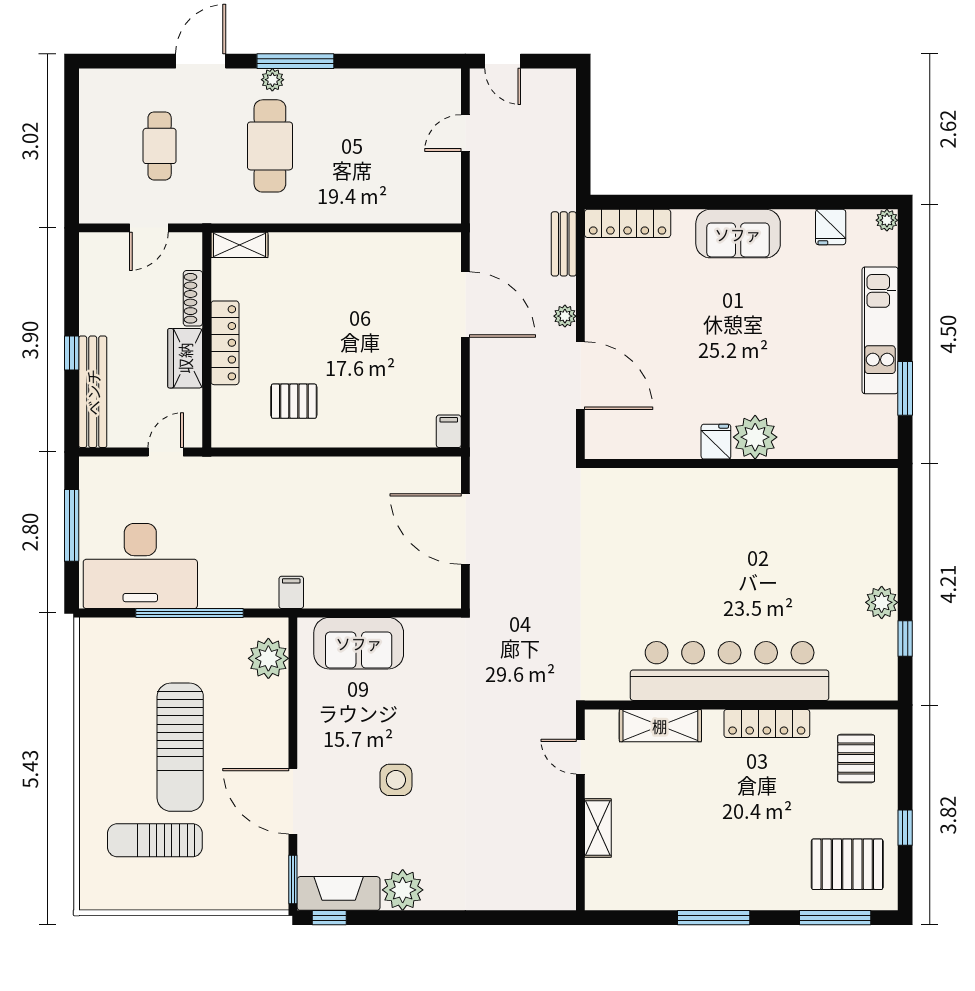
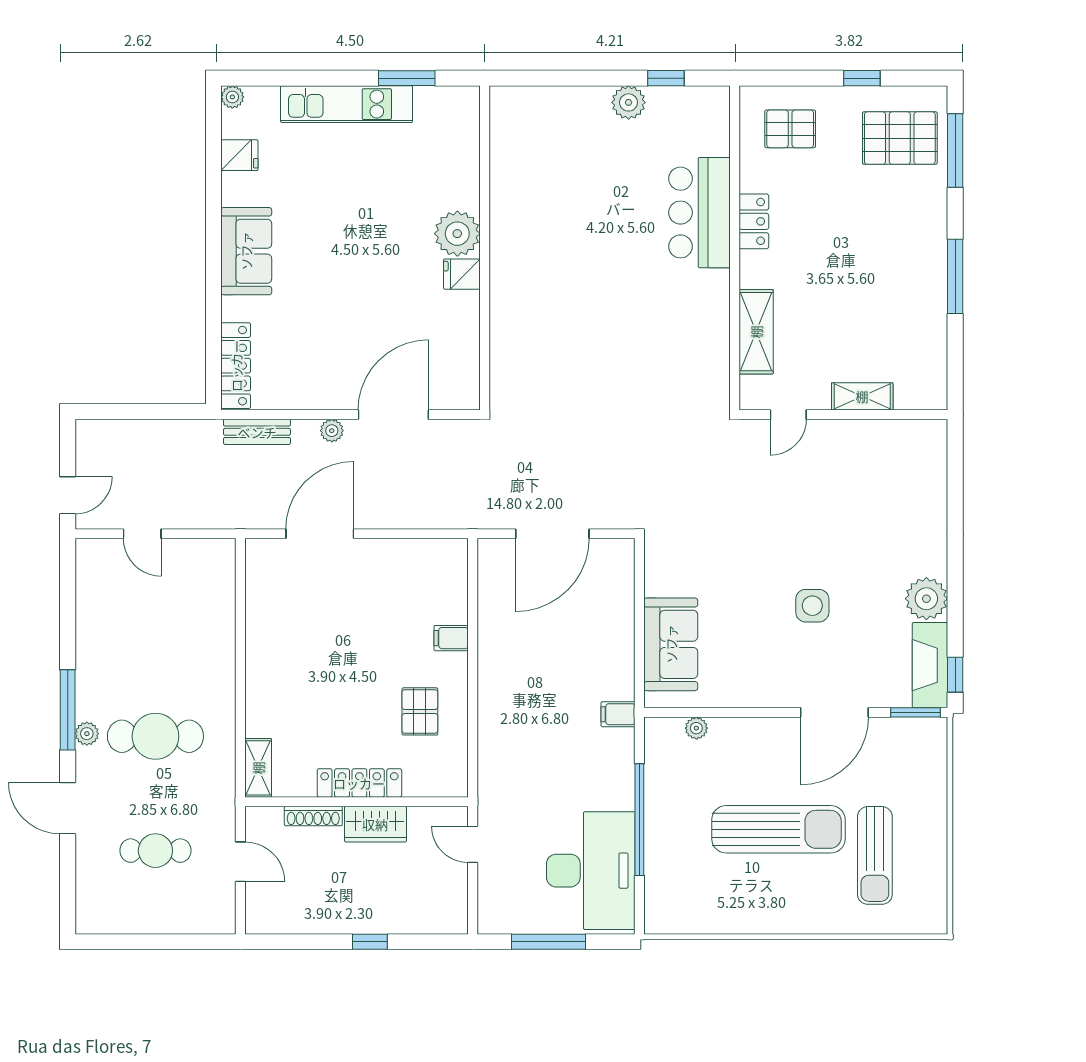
bench: (93, 392) -> (410, 920), removed
filing cabinet: (449, 431) -> (451, 638), moved
plant: (268, 658) -> (696, 728), width x0.53, depth x0.53
bar counter: (730, 671) -> (700, 213), width x0.54
locker: (767, 723) -> (754, 221), width x0.66
pallet: (847, 864) -> (900, 138), turned 90

